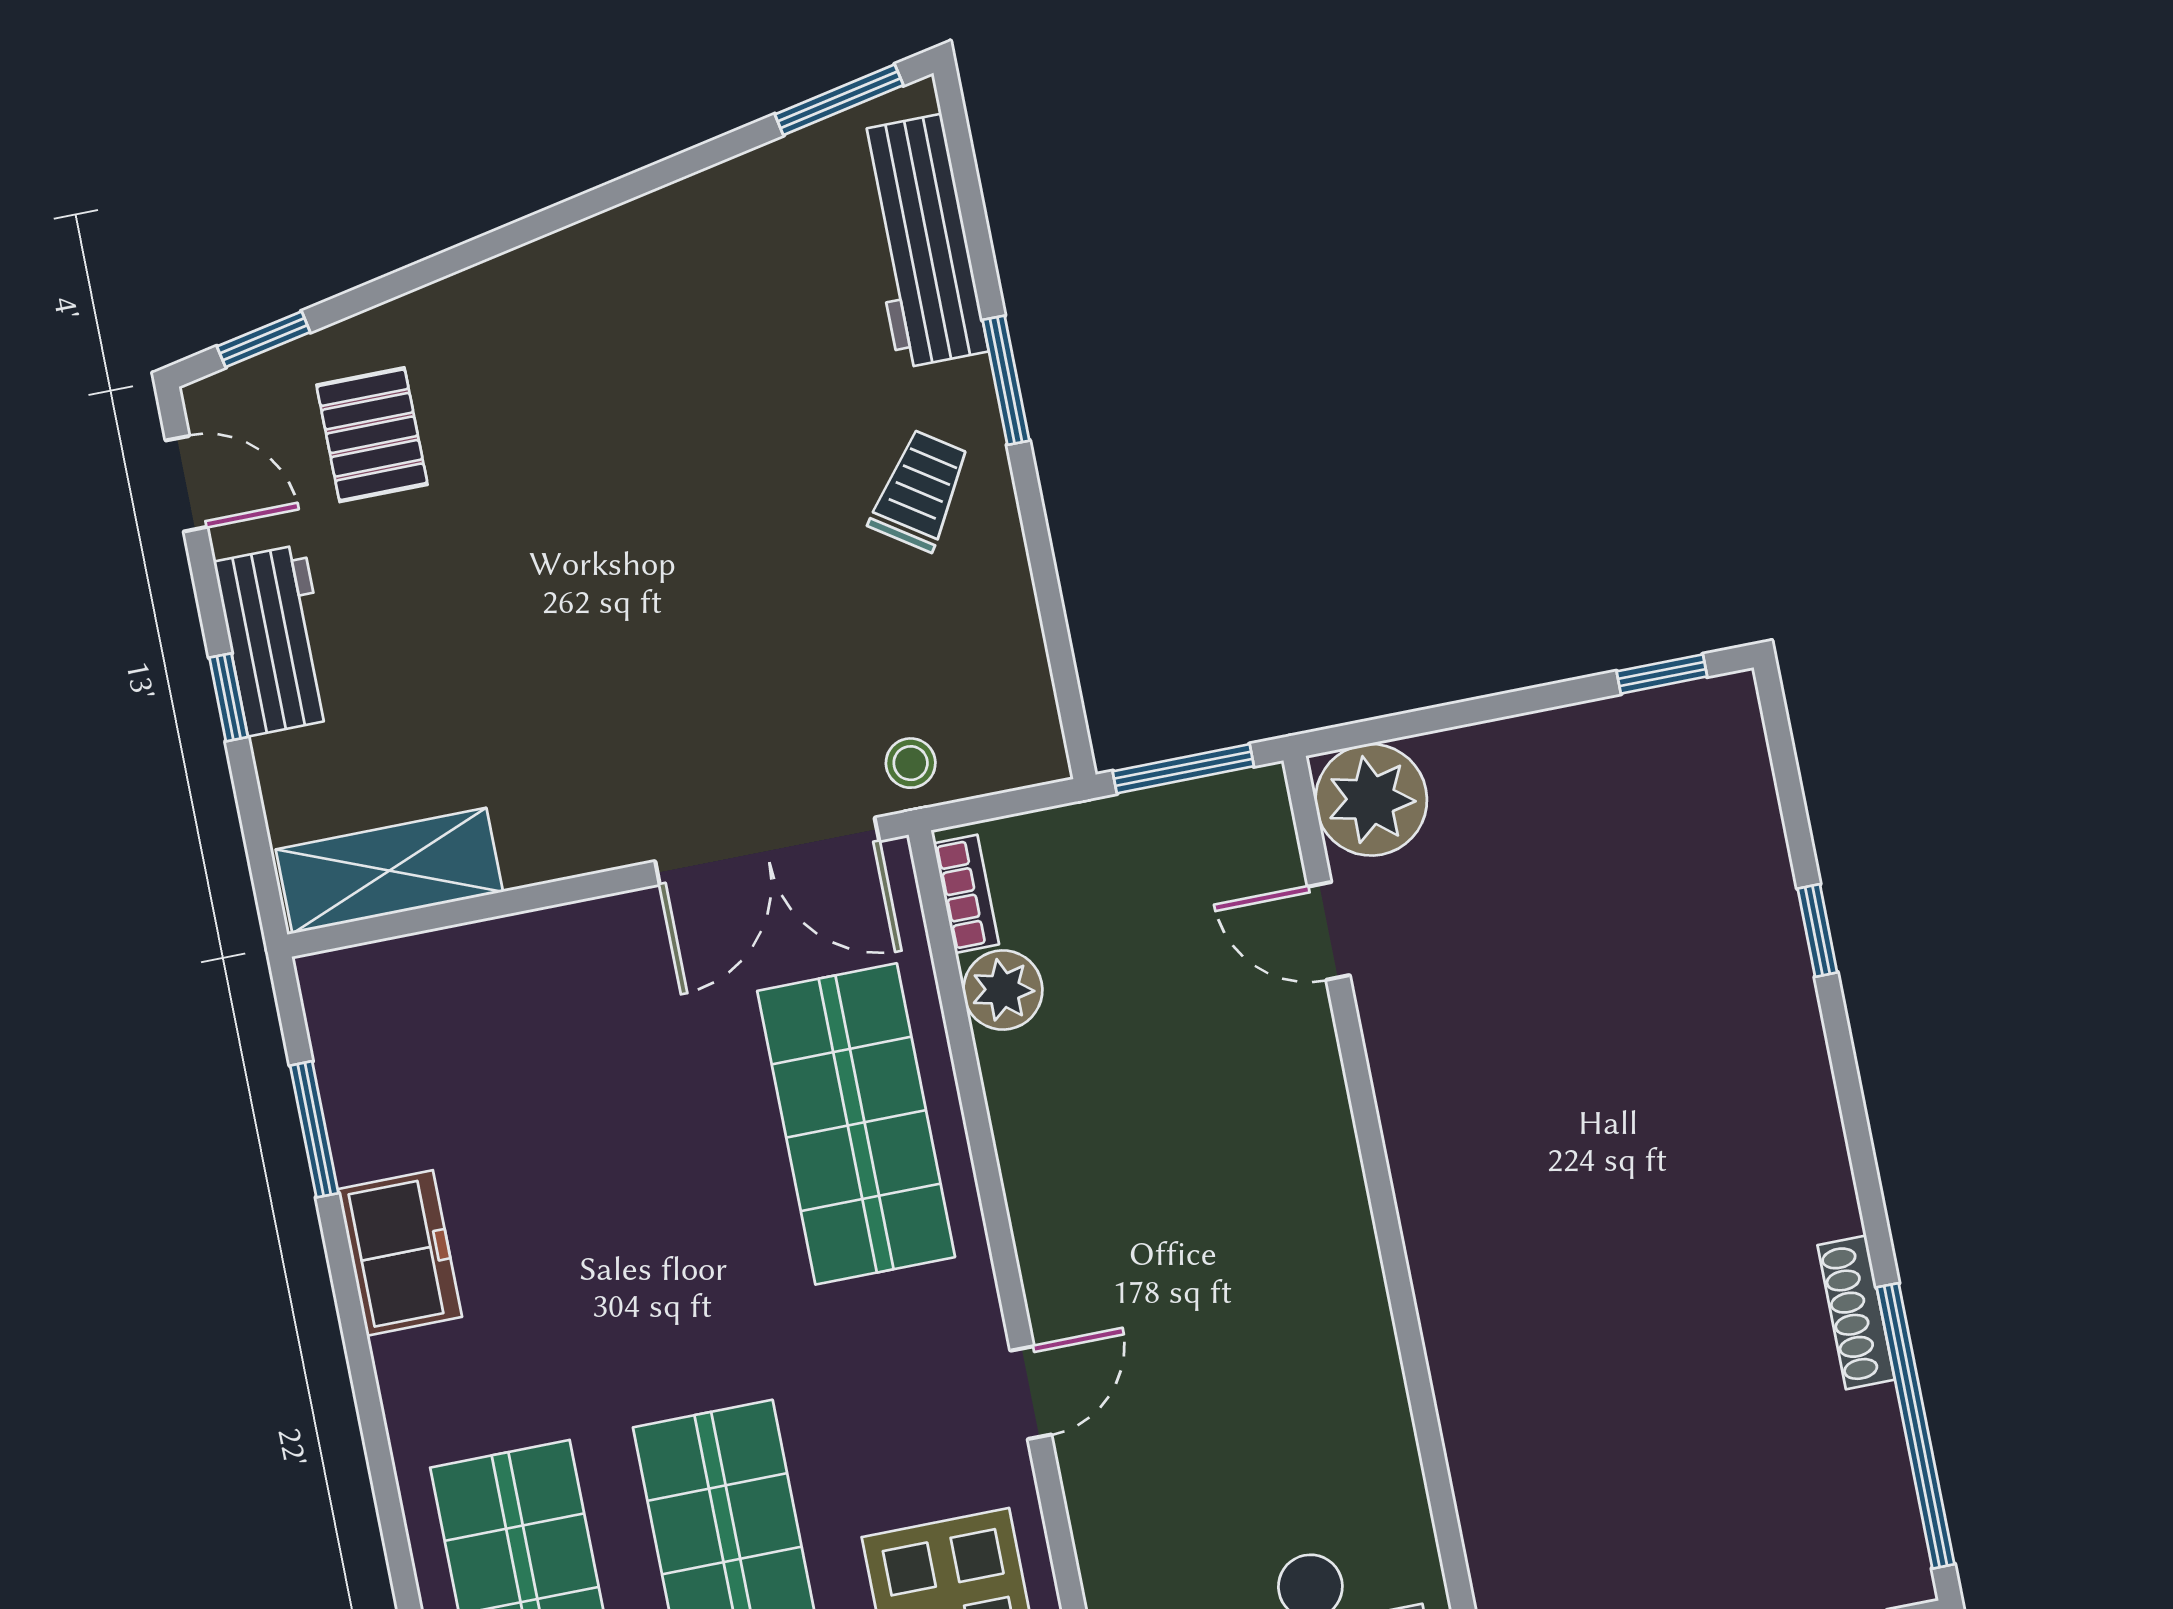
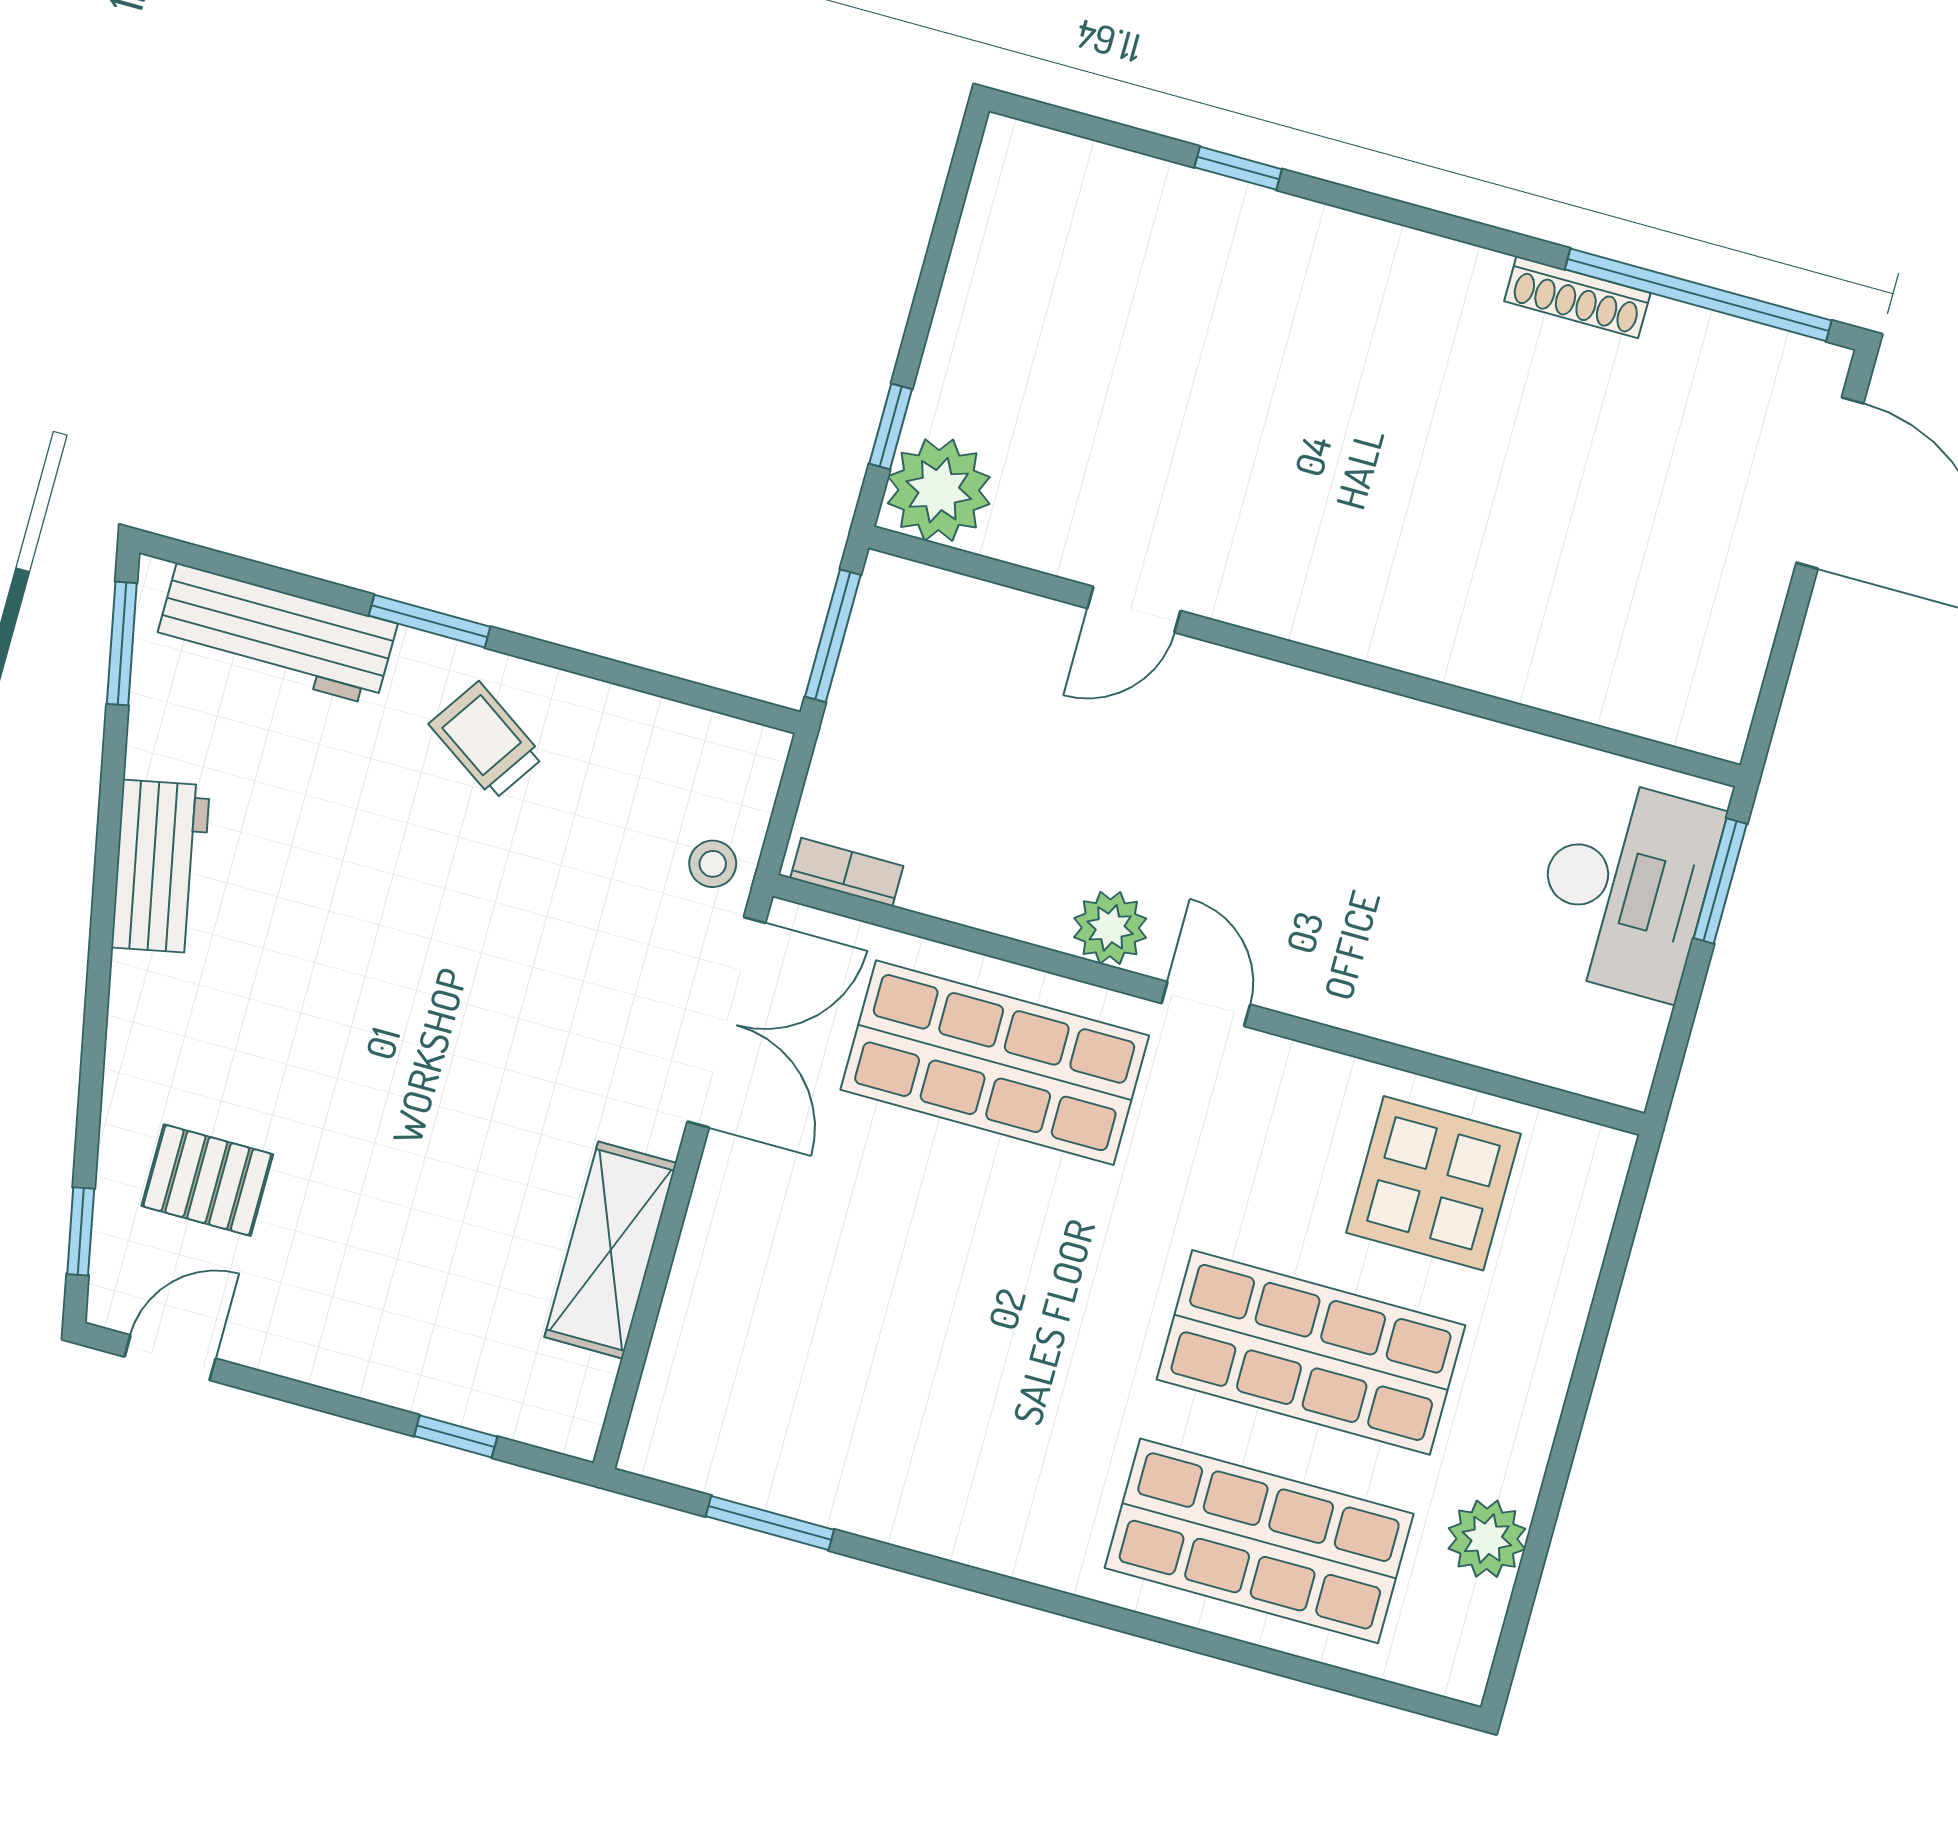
workbench: (276, 640) -> (161, 867), moved, turned 79
window: (1662, 674) -> (891, 426), moved
window: (229, 697) -> (456, 1436), moved
shelving: (389, 871) -> (611, 1250), moved
door: (1329, 931) -> (1134, 610), moved
plant: (1003, 990) -> (1110, 928), moved
freezer: (400, 1253) -> (911, 1503), removed
door: (1031, 1393) -> (1206, 1004), moved

